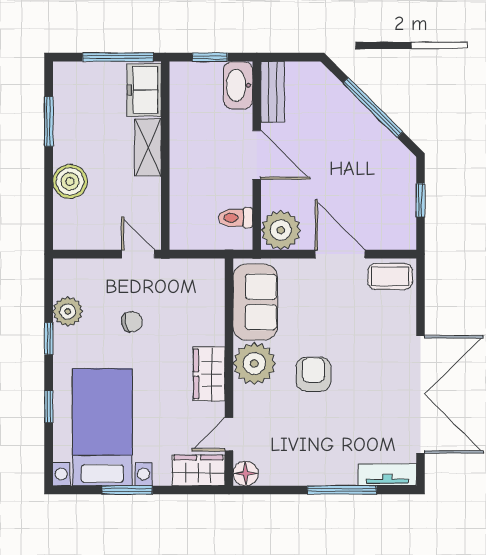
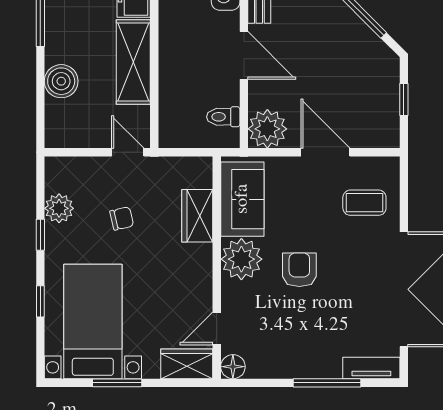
shelving: (148, 147) -> (133, 62), width x1.50, depth x1.33
coffee table: (390, 276) -> (364, 203), moved
wardrobe: (209, 374) -> (197, 216), moved

